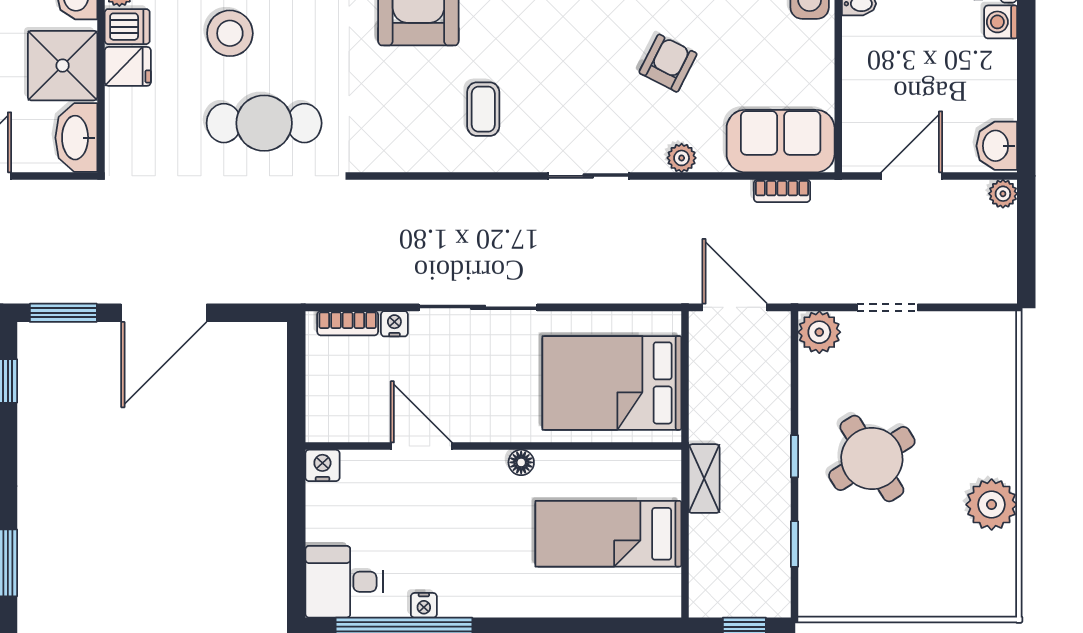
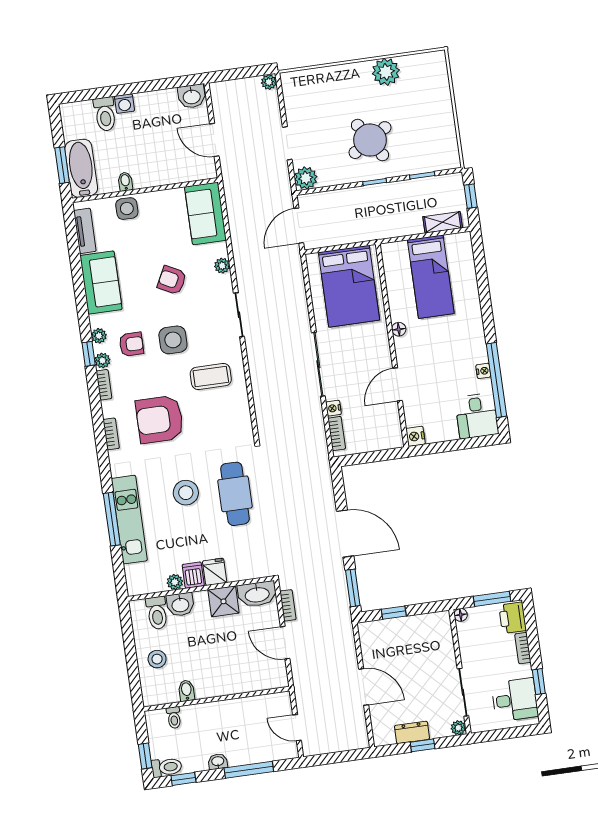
stool: (230, 33) -> (186, 493), moved
side table: (559, 50) -> (173, 340), added
shower: (63, 66) -> (223, 601), width x0.73, depth x0.73
coffee table: (483, 109) -> (211, 376), width x1.36, depth x1.30
bookcase: (782, 191) -> (288, 605), moved
plant: (1003, 194) -> (269, 82), moved
shelving: (704, 479) -> (443, 222), moved

